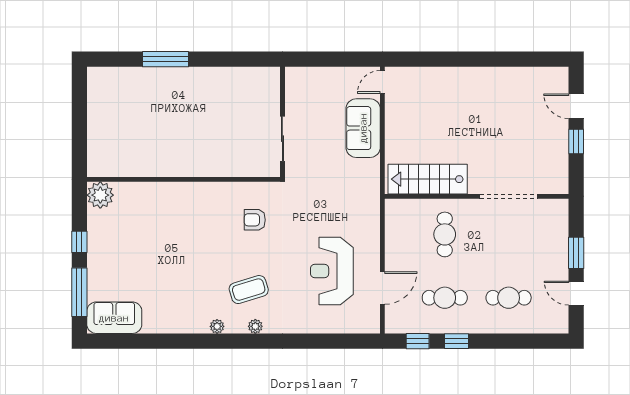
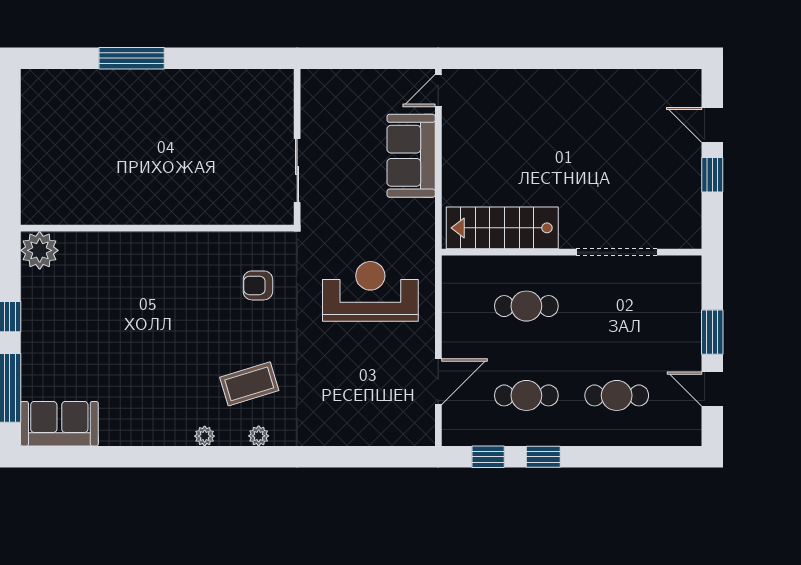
cafe table: (445, 234) -> (526, 306), turned 90
reception desk: (332, 271) -> (370, 291), moved, turned 90

